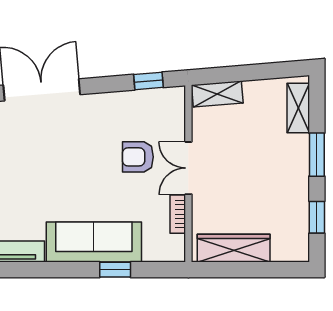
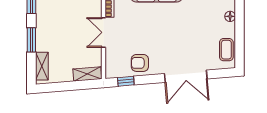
armchair: (138, 157) -> (140, 63), moved, turned 180
double door: (188, 168) -> (103, 32), swing flipped

